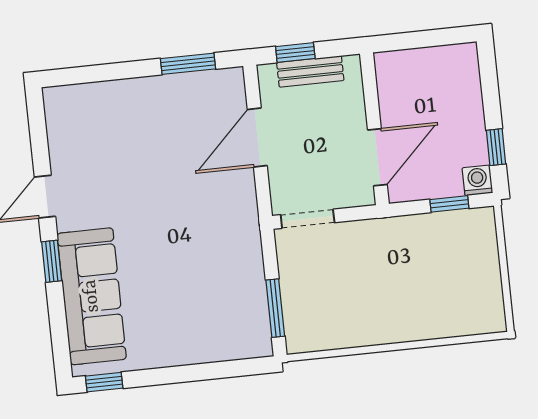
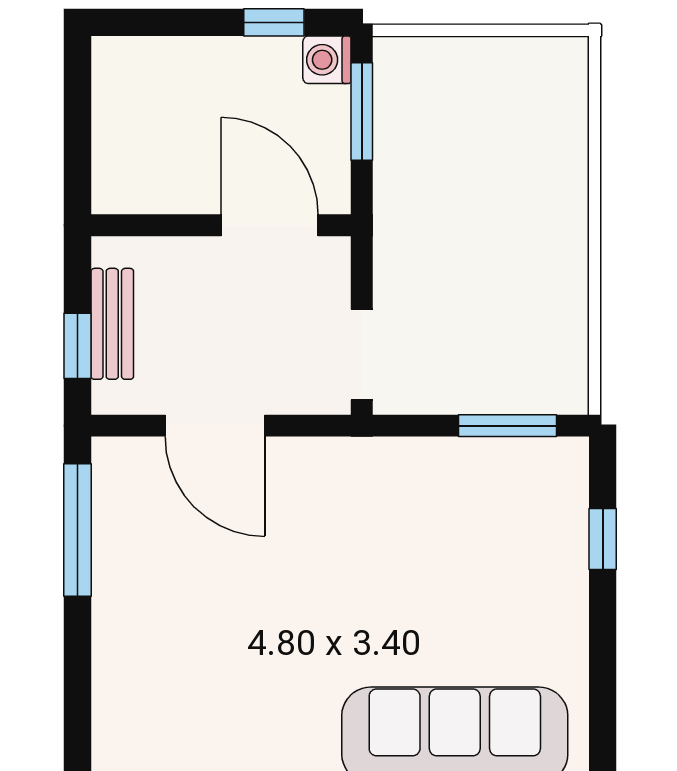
window: (188, 64) -> (77, 530), width x1.44
window: (449, 204) -> (362, 112), width x1.50
window: (104, 382) -> (603, 539), moved

